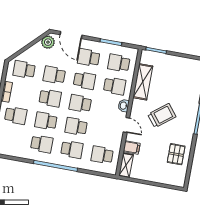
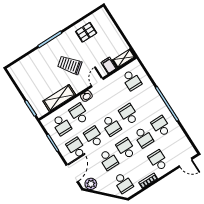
school desk: (89, 58) -> (76, 148), turned 180
school desk: (76, 126) -> (129, 114), turned 180
school desk: (72, 149) -> (146, 103), removed

